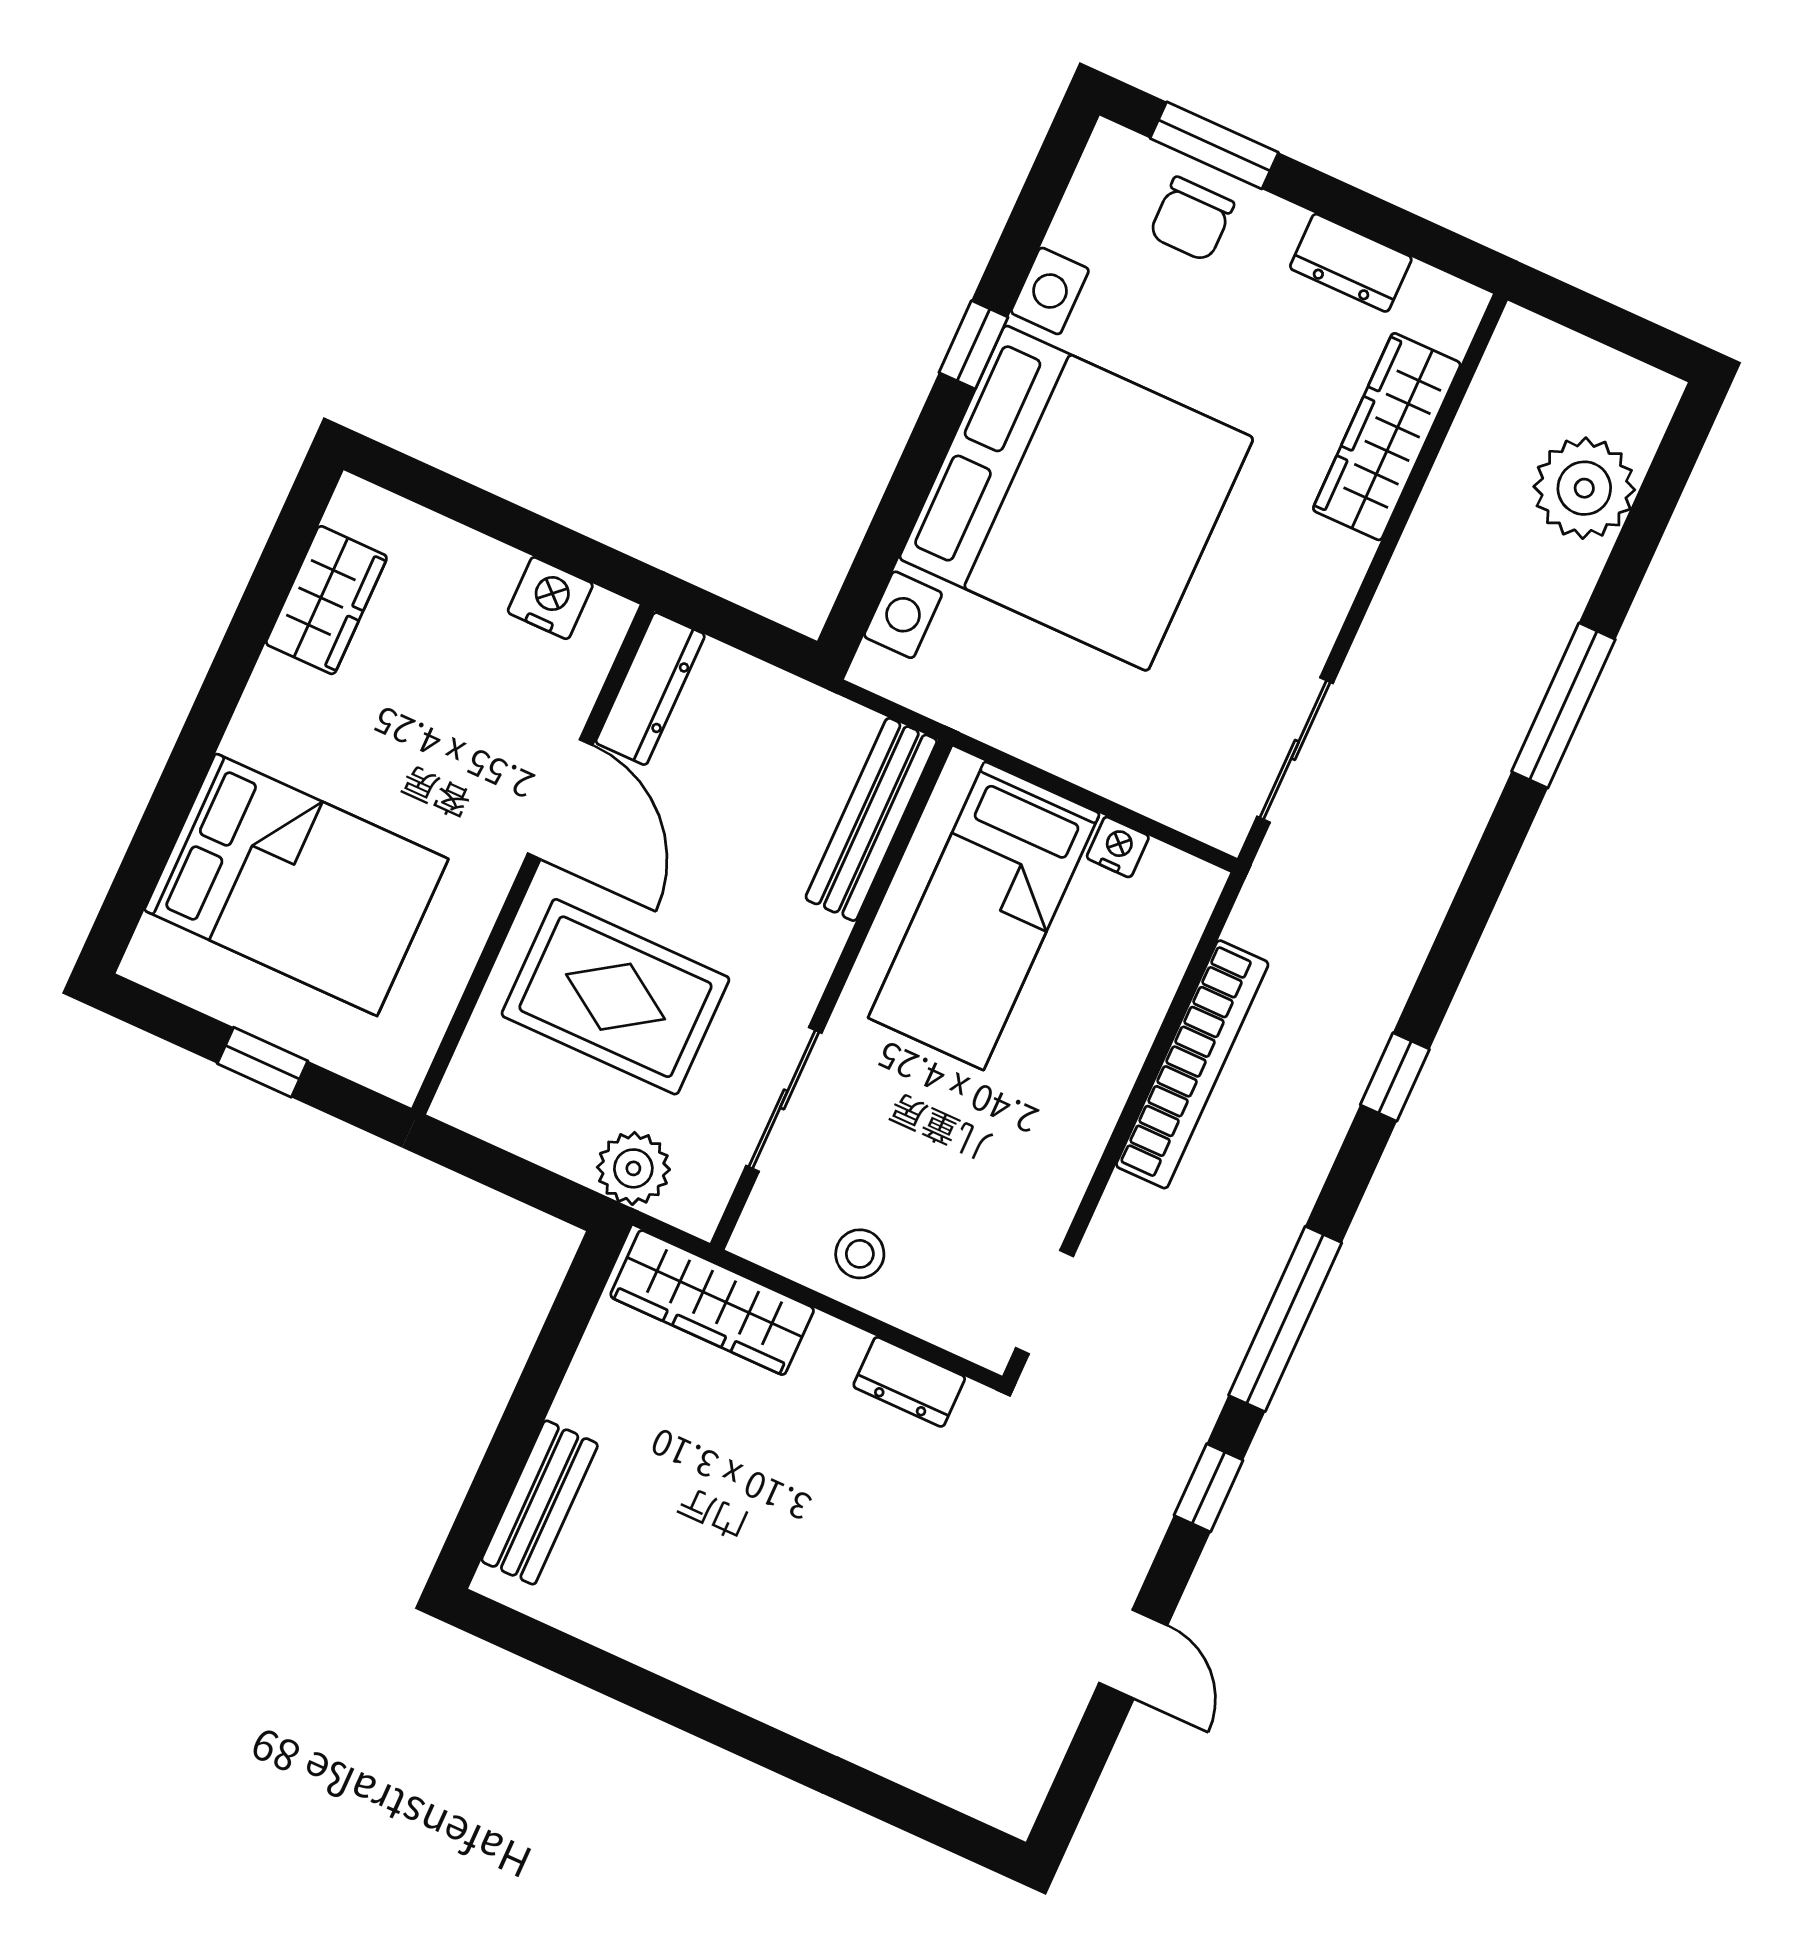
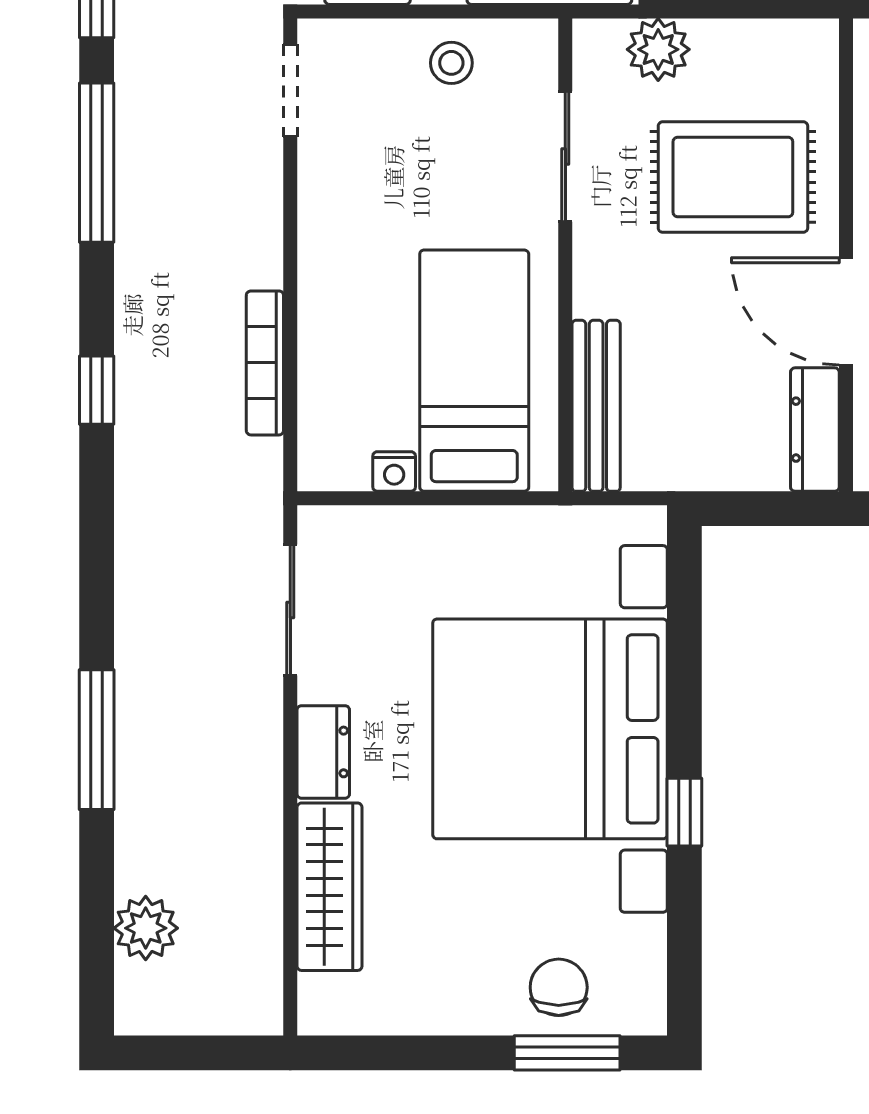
dresser: (1351, 263) -> (323, 752), moved, turned 90
plant: (1584, 488) -> (146, 928), width x0.73, depth x0.73
bookcase: (1192, 1064) -> (265, 363), width x0.68, depth x0.76

